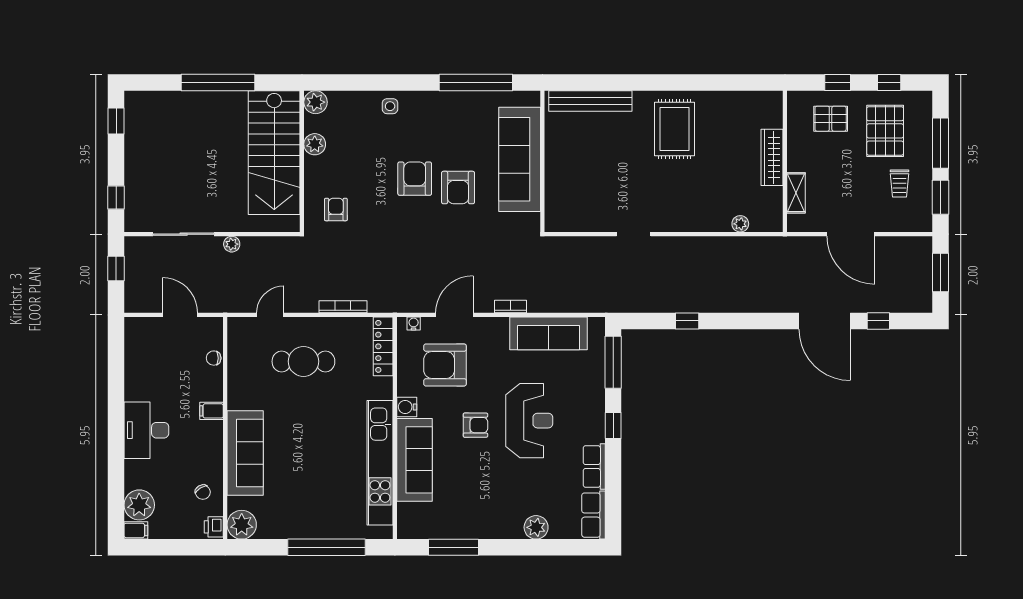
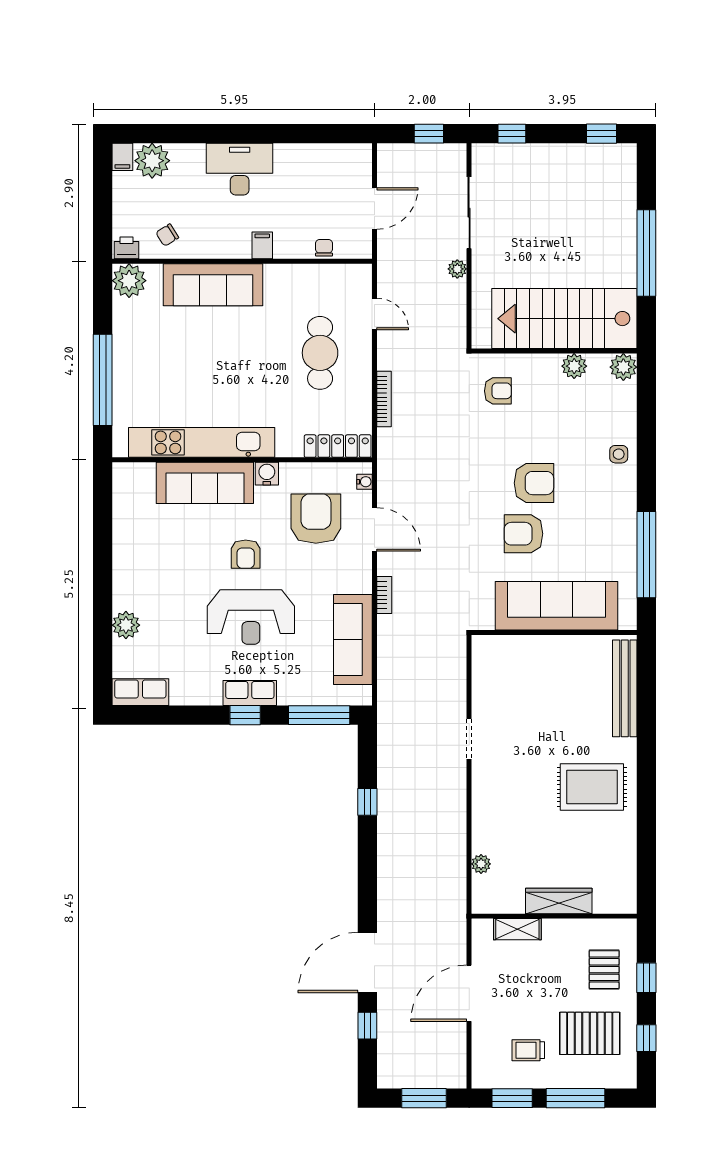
row of seats: (594, 466) -> (250, 693), moved
window: (454, 547) -> (103, 529), removed

